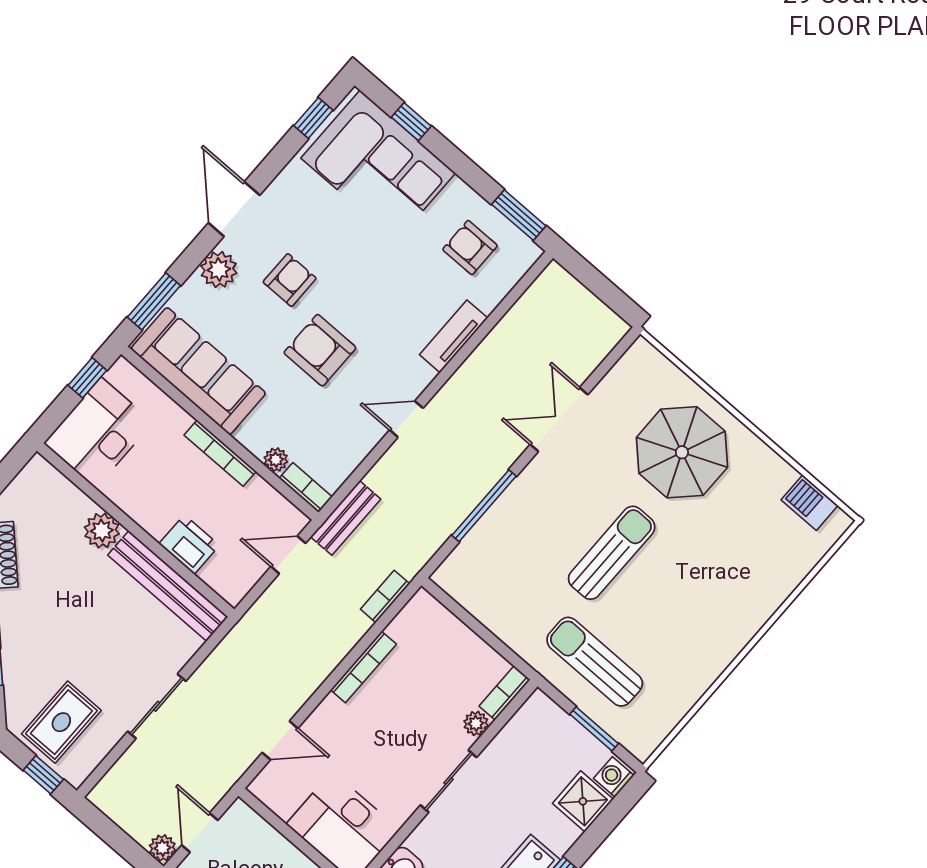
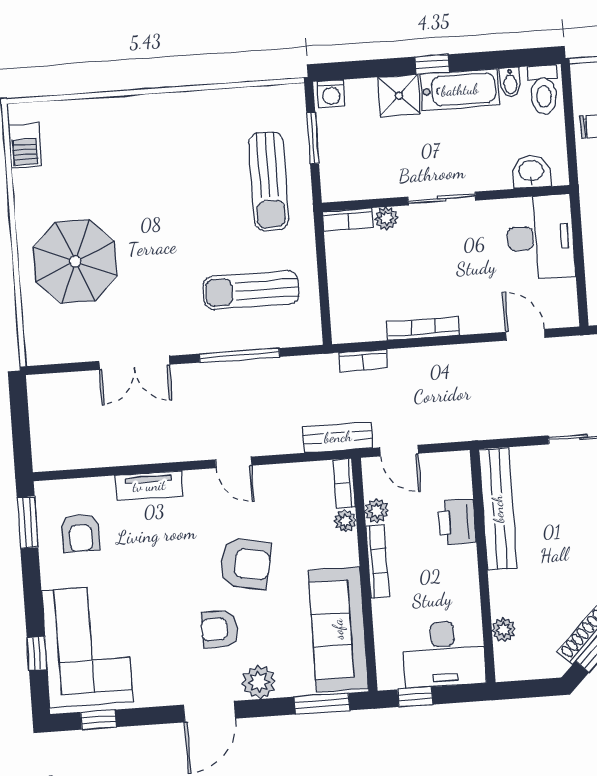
armchair: (320, 350) -> (245, 564), turned -79
plant: (260, 492) -> (377, 511), added
plant: (102, 531) -> (504, 630), moved, width x0.73, depth x0.73
sun lounger: (612, 553) -> (251, 290), moved
shower: (583, 801) -> (399, 96), moved

